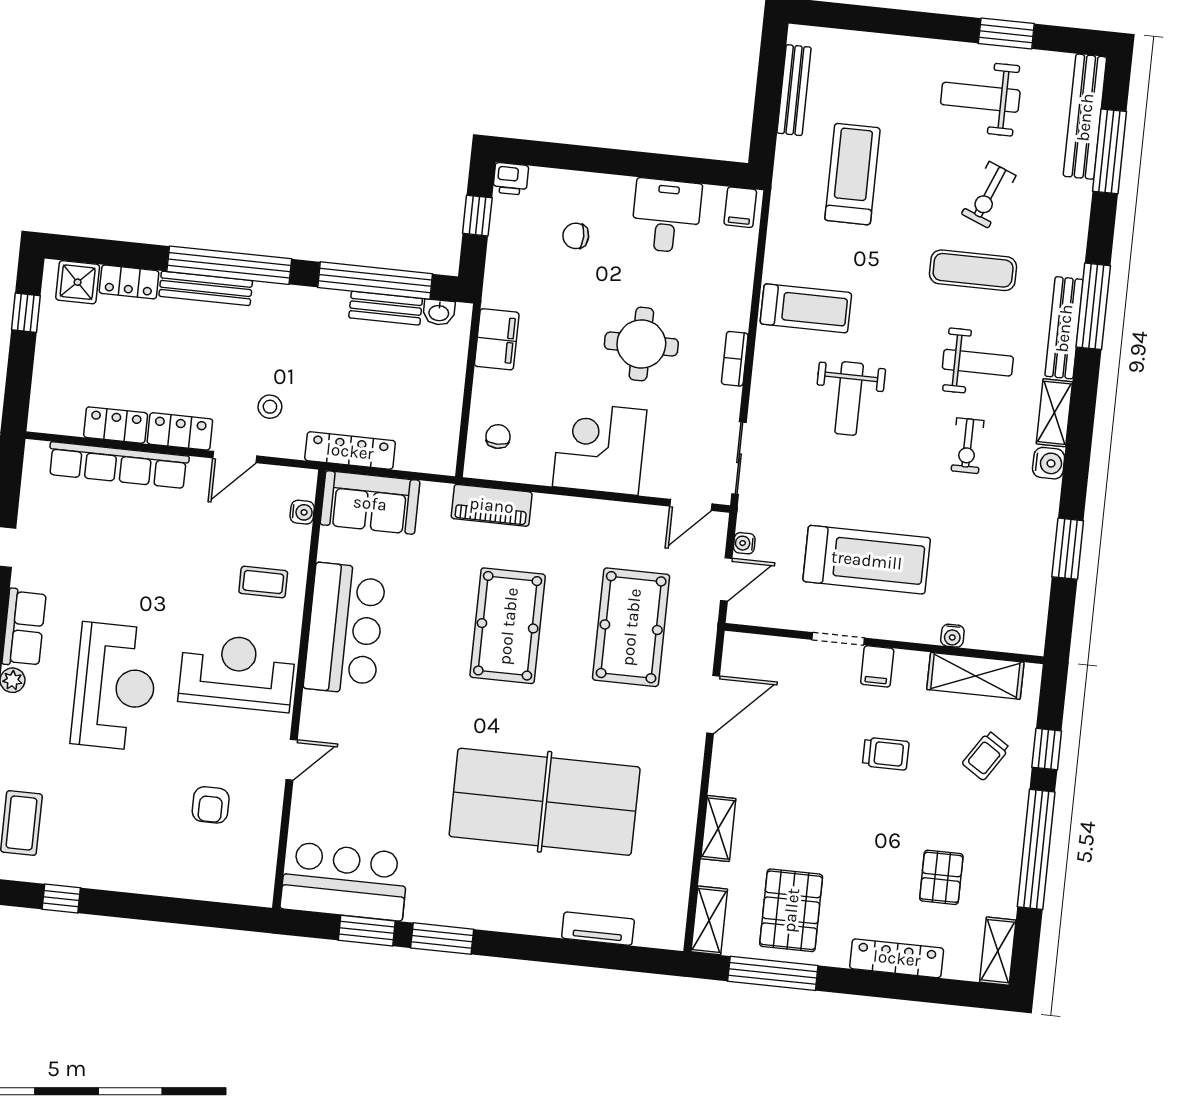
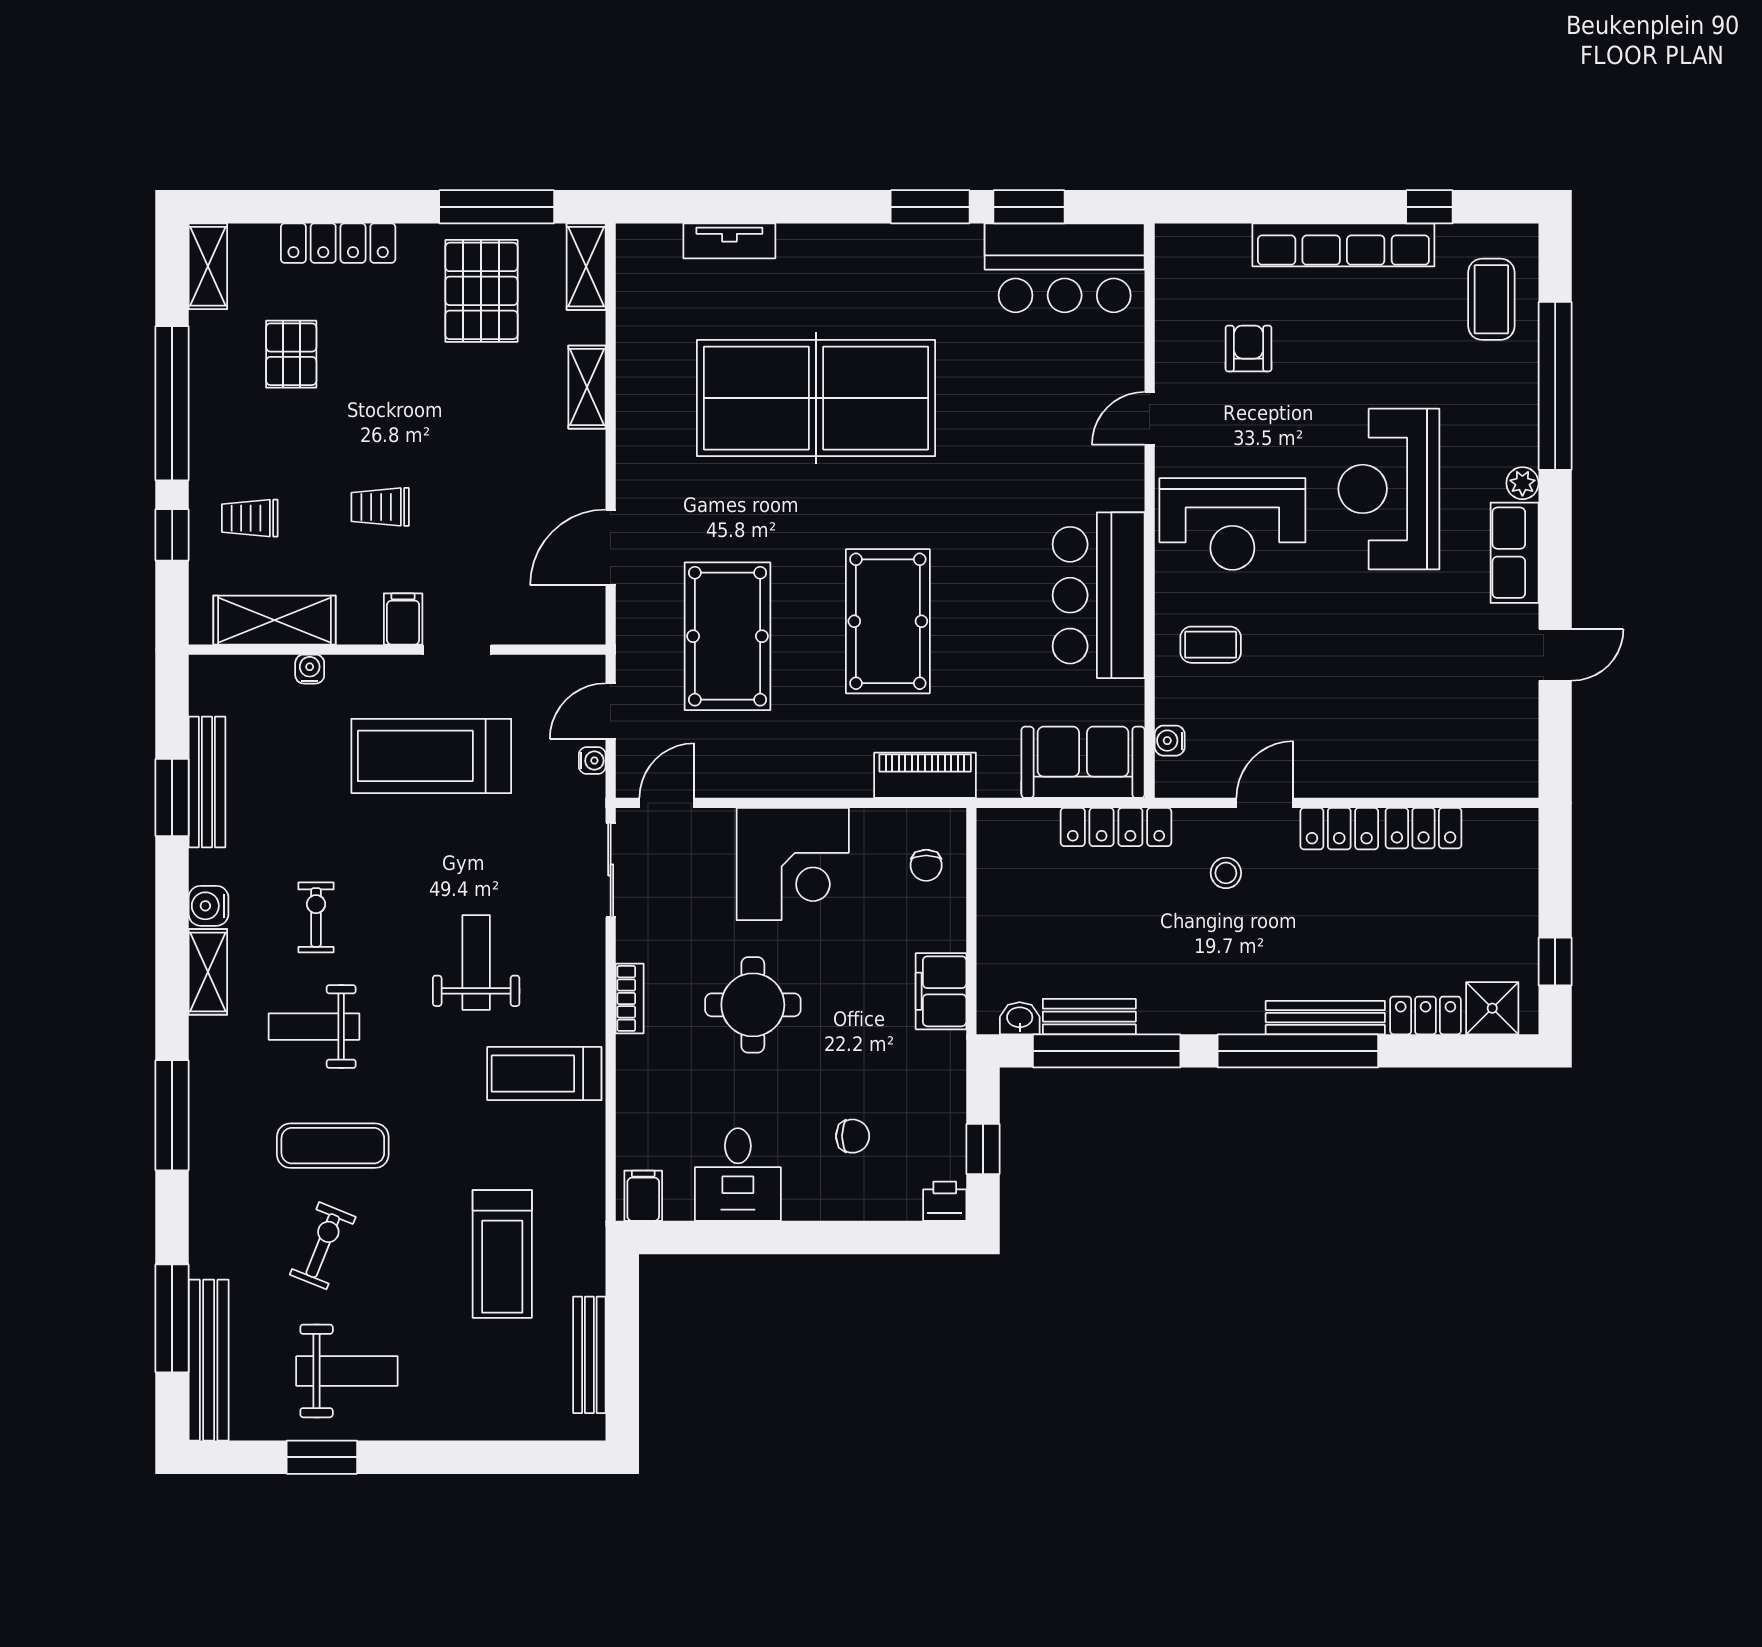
bench: (1064, 328) -> (207, 782), moved
row of seats: (118, 465) -> (1343, 245), moved, turned 180
trolley: (986, 756) -> (250, 518), turned -123

